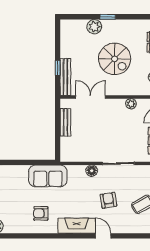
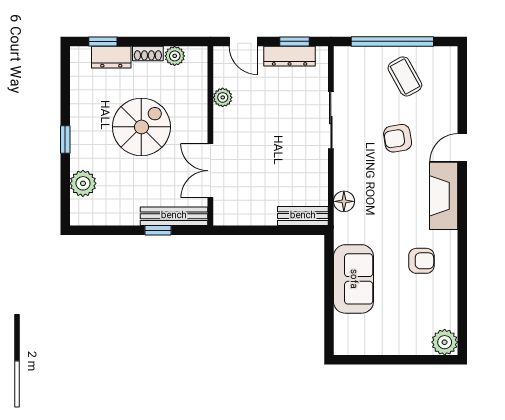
plant: (94, 27) -> (83, 183), moved
bench: (65, 122) -> (303, 216), moved
floor lamp: (92, 171) -> (344, 201), moved
sofa: (48, 176) -> (353, 279), moved
armchair: (41, 213) -> (421, 261), turned -90

